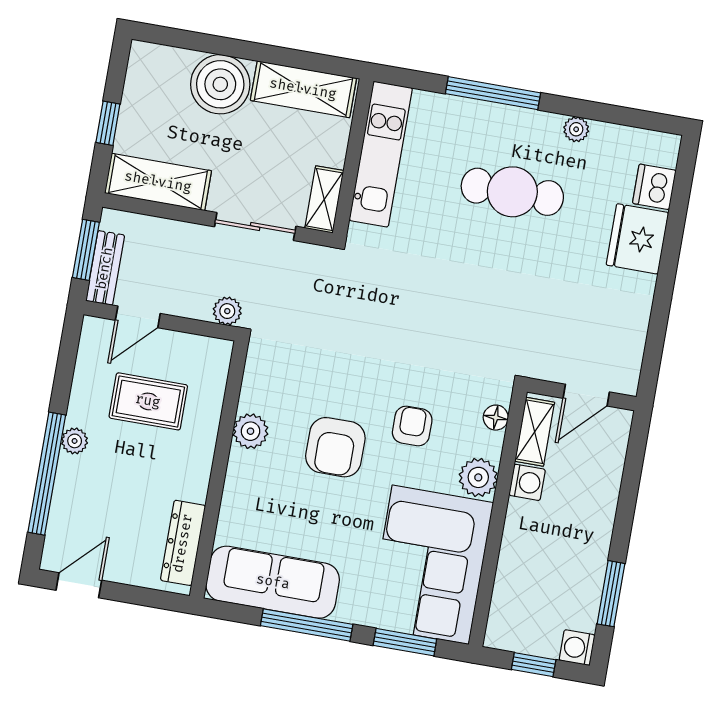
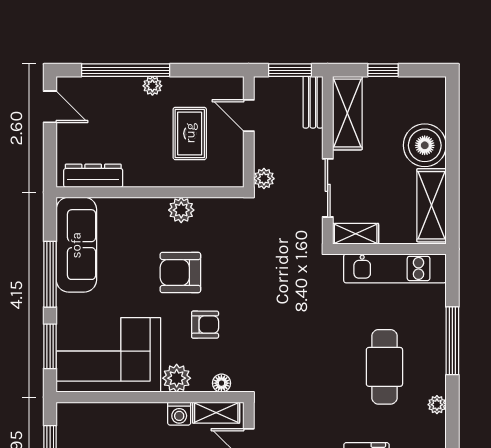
bench: (105, 268) -> (313, 102), moved, turned 90

